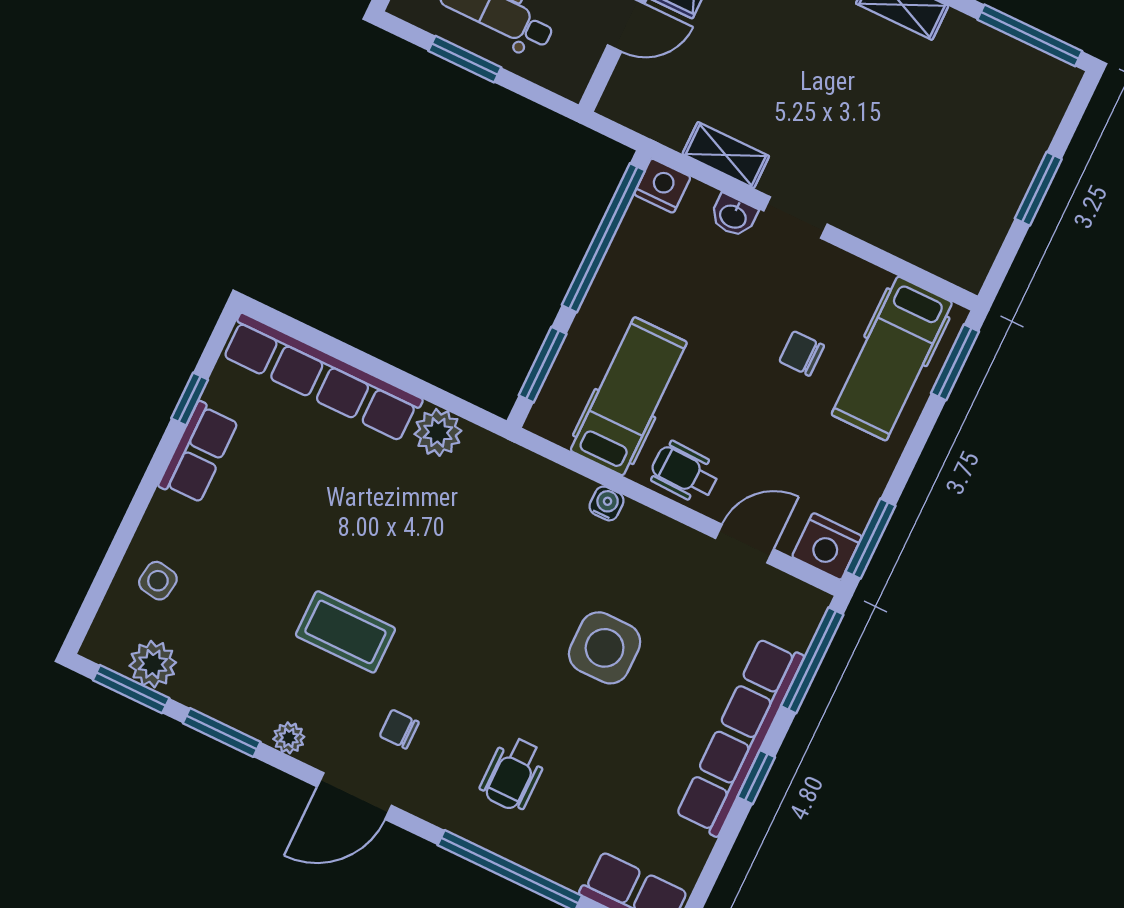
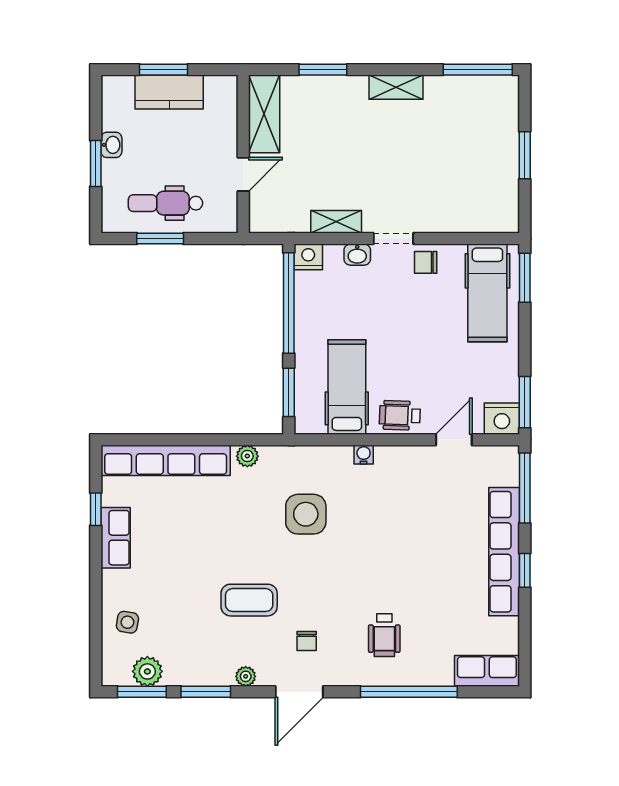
chair: (802, 353) -> (426, 262), moved
plant: (438, 432) -> (247, 456), width x0.73, depth x0.73
side table: (605, 648) -> (306, 514), moved
chair: (399, 729) -> (307, 641), turned -90

